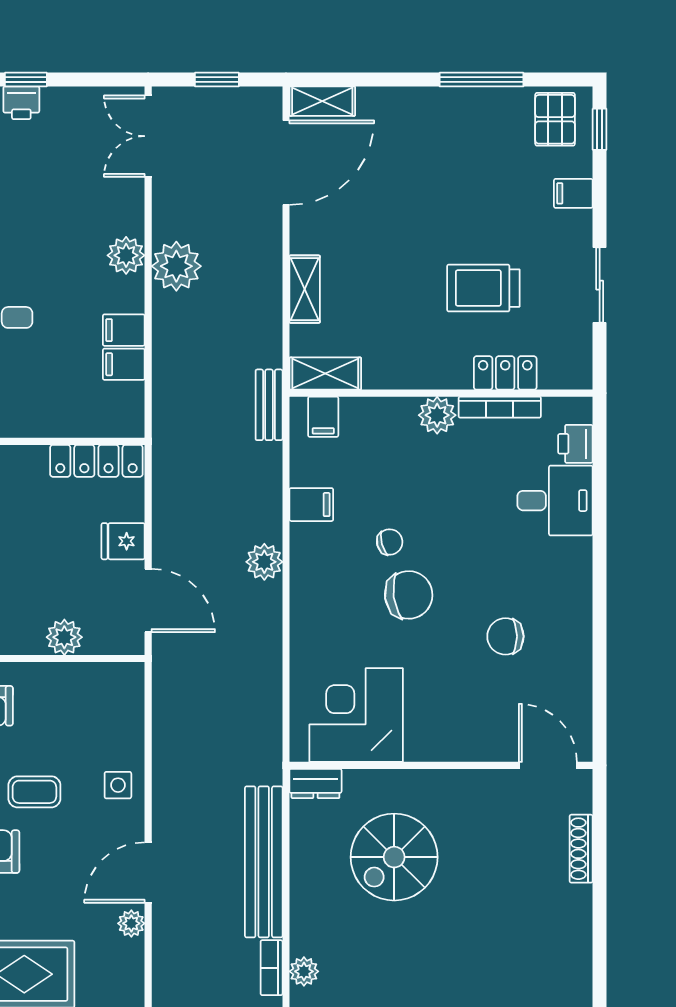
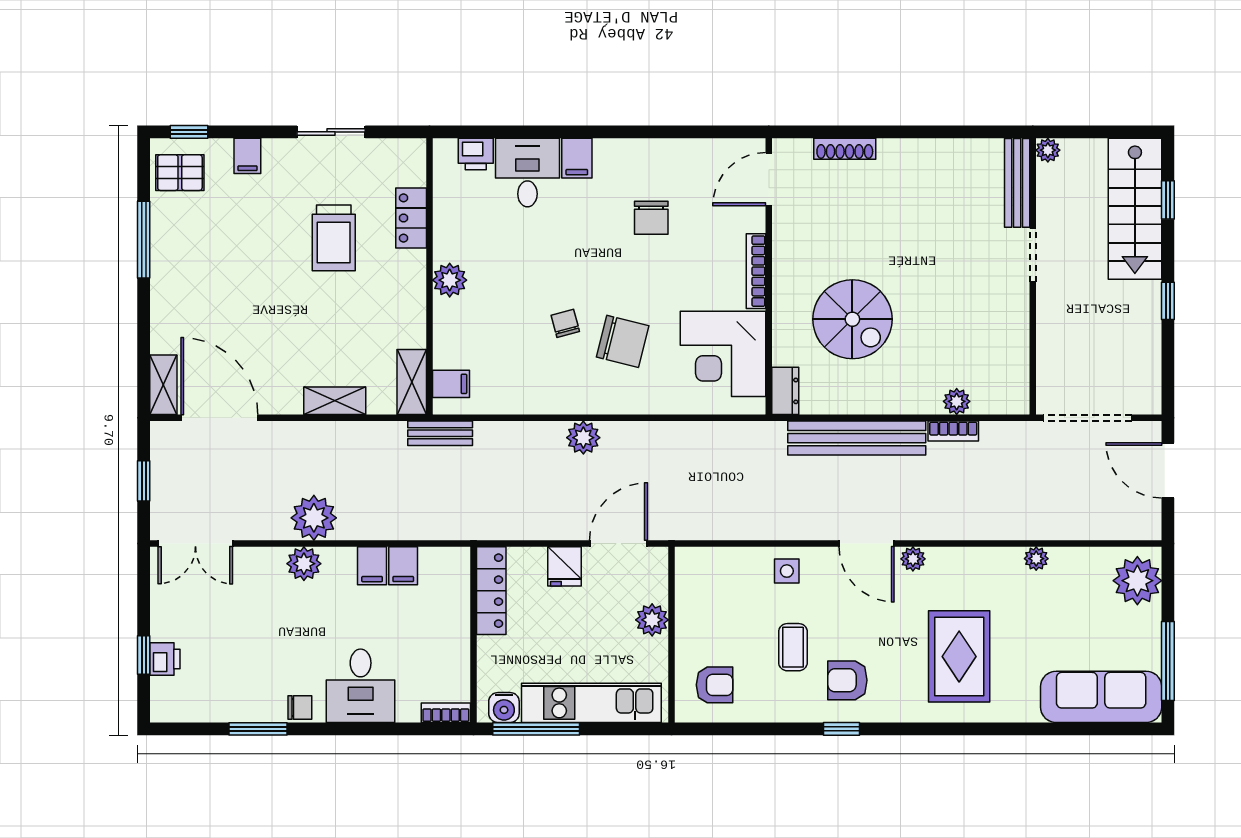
bookcase: (500, 407) -> (756, 271), moved, turned 180
filing cabinet: (311, 505) -> (577, 158), moved, turned 180
chair: (409, 595) -> (623, 341), moved, turned 112

